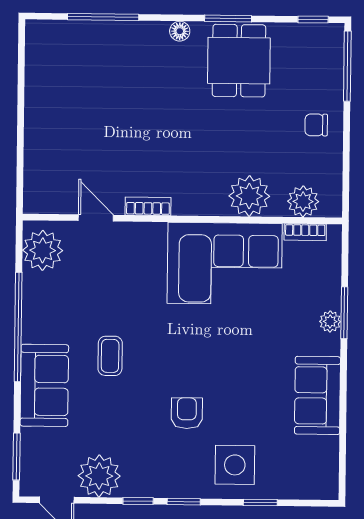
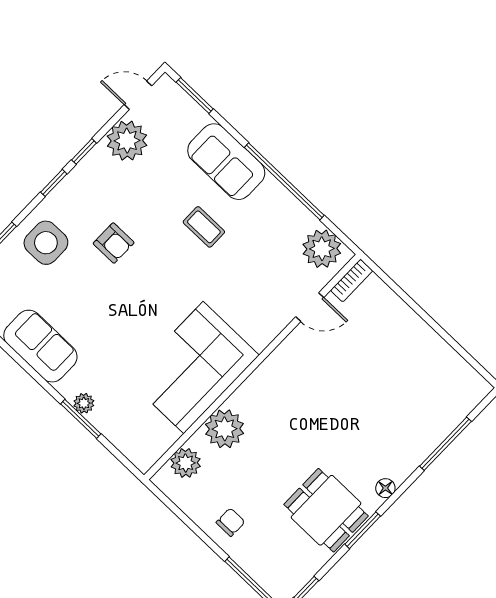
bookcase: (148, 206) -> (352, 281), moved
bookcase: (305, 232) -> (163, 444), removed

